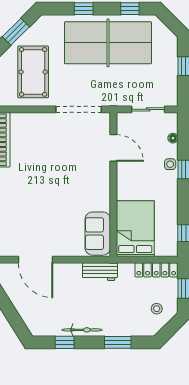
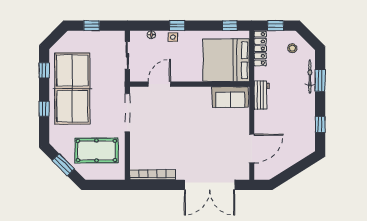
bed: (135, 229) -> (226, 60), width x1.36
bicycle: (82, 330) -> (310, 77), moved

